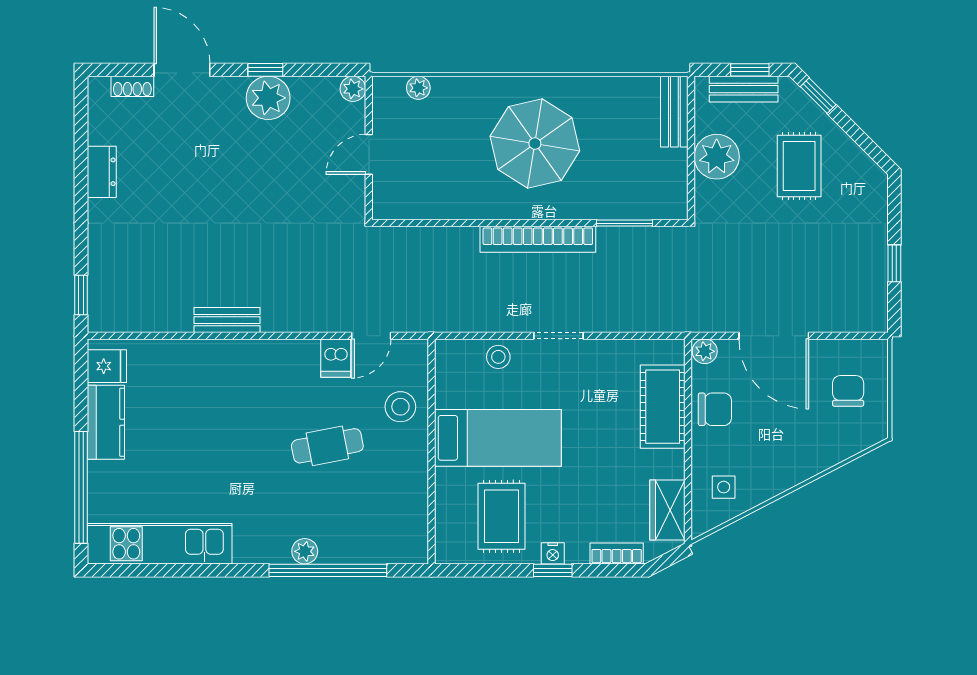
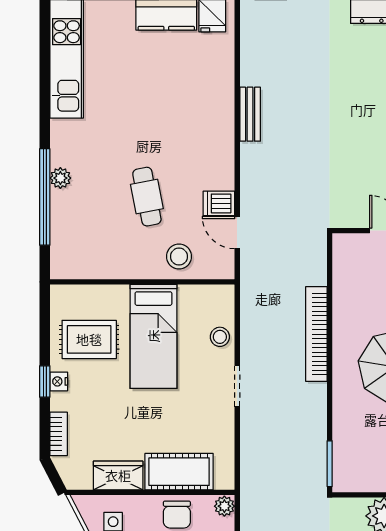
window: (624, 223) -> (330, 464), moved
bookcase: (538, 239) -> (316, 334), moved
wardrobe: (667, 510) -> (118, 475), moved

